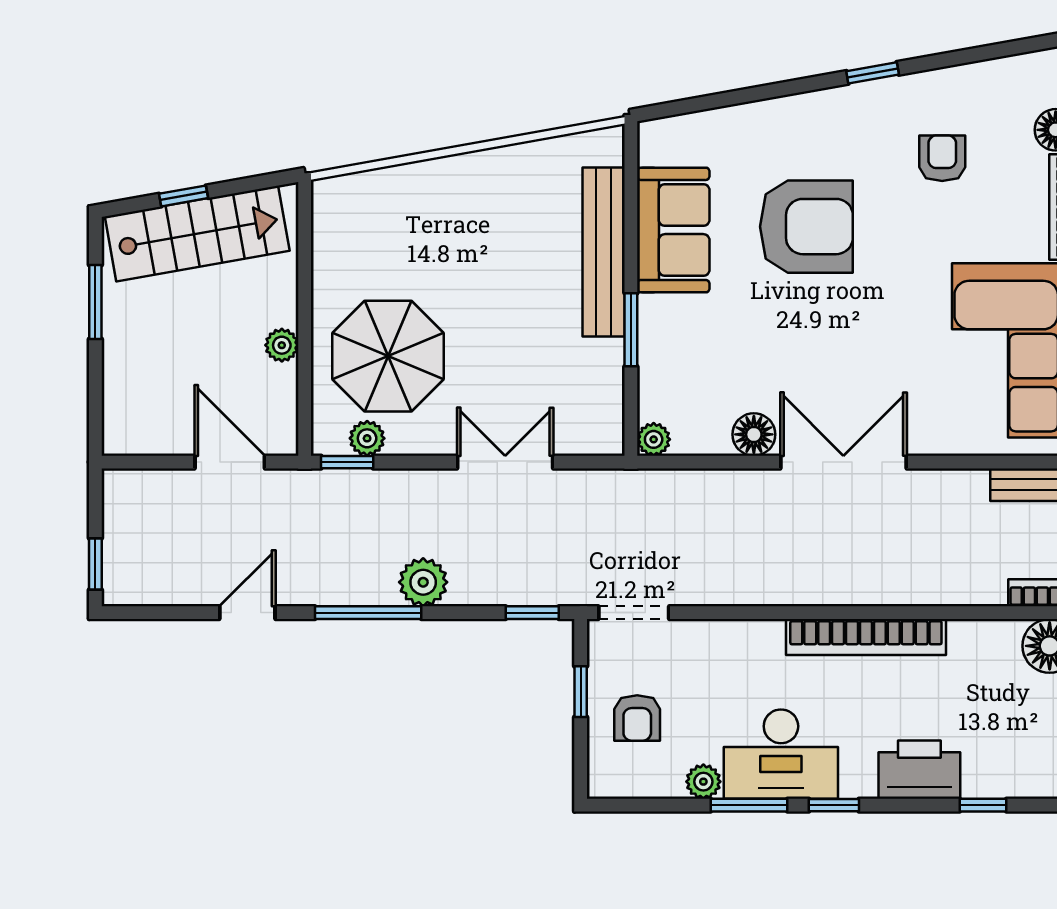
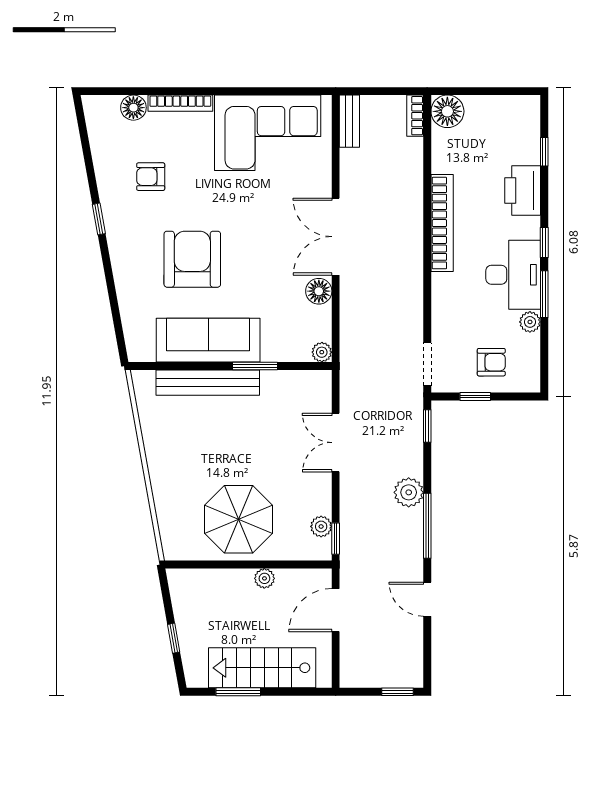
sofa: (673, 230) -> (208, 340), width x1.36
stairs: (197, 234) -> (262, 668), moved, turned -80
parasol: (388, 356) -> (238, 519), moved

